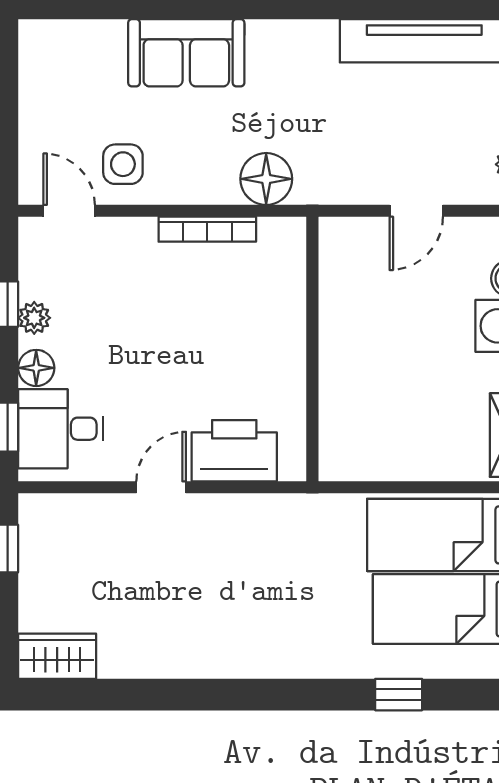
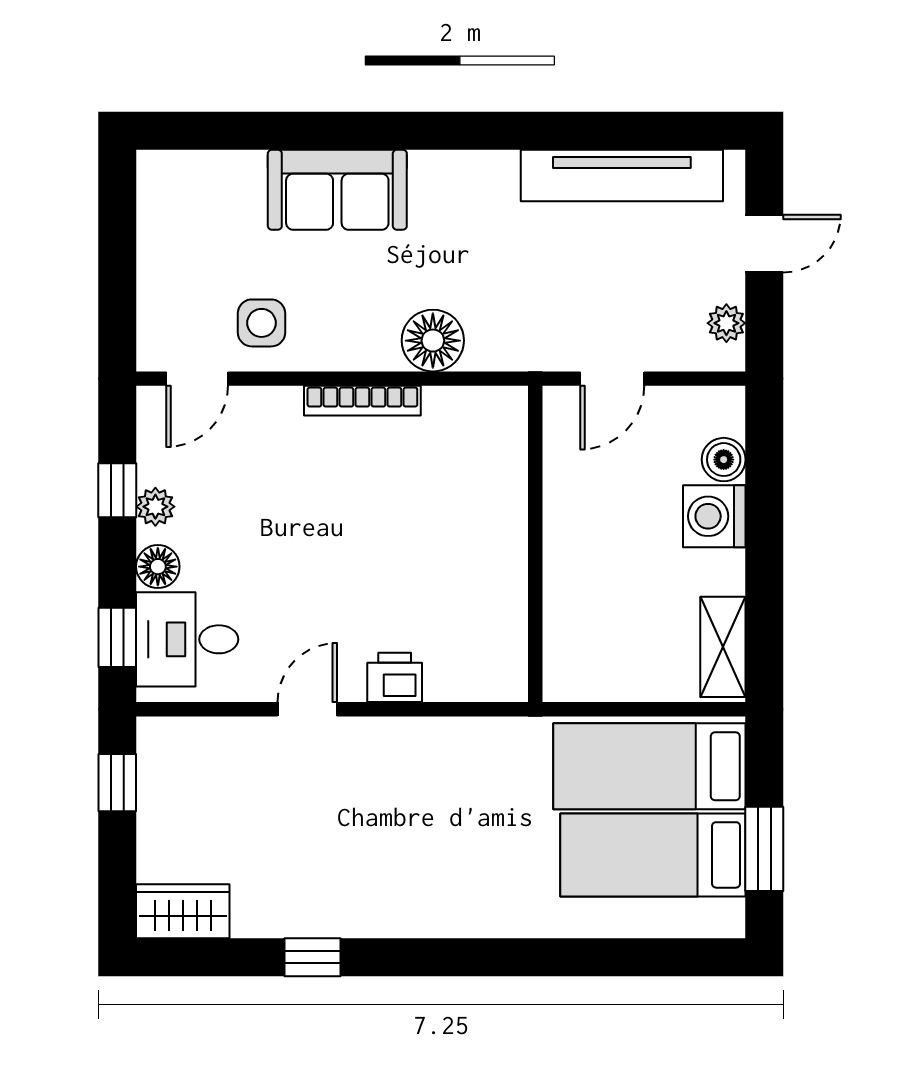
door: (69, 211) -> (197, 379), swing flipped
wall: (312, 349) -> (535, 544), moved
printer: (234, 451) -> (395, 677), width x0.53, depth x0.68
window: (399, 695) -> (312, 957), moved

